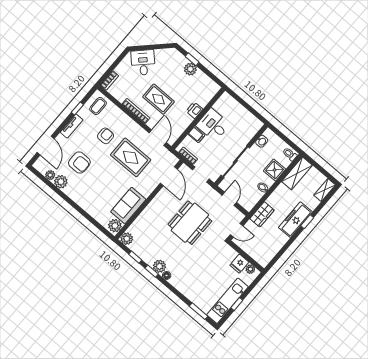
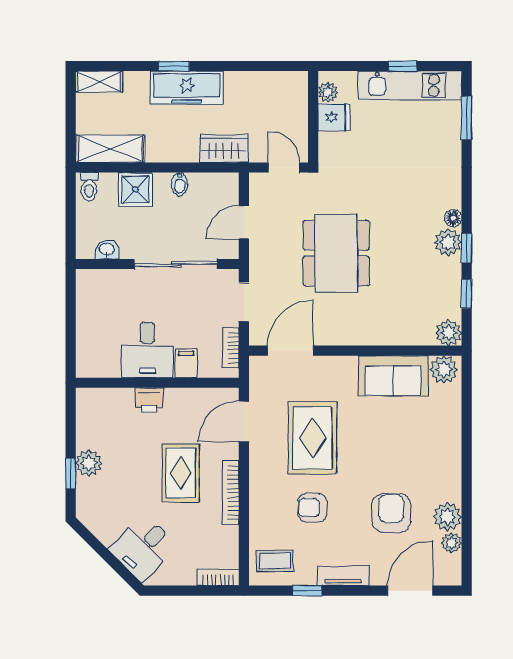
dining table: (190, 223) -> (336, 253), turned 90

